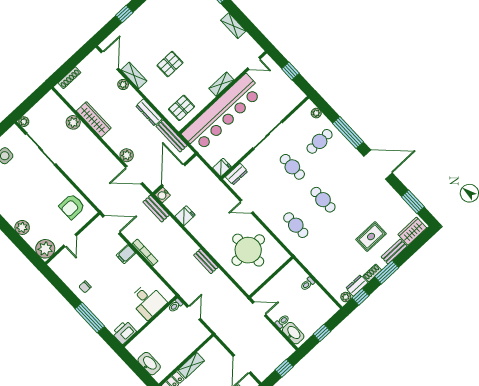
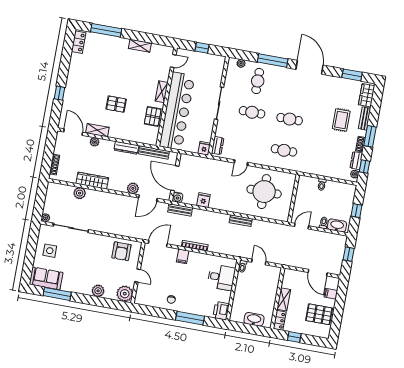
pallet: (170, 64) -> (116, 104), turned 90
pallet: (182, 108) -> (153, 116), moved
door: (378, 165) -> (309, 67), hinge flipped

